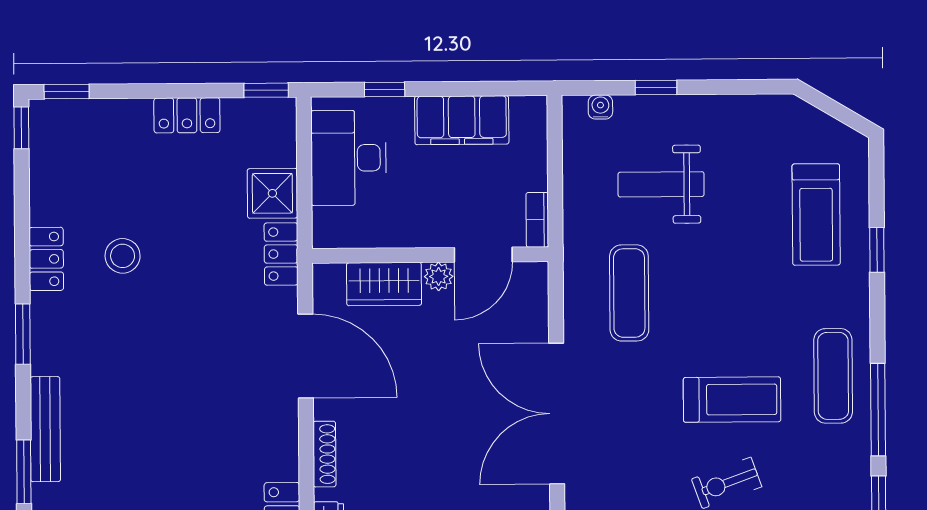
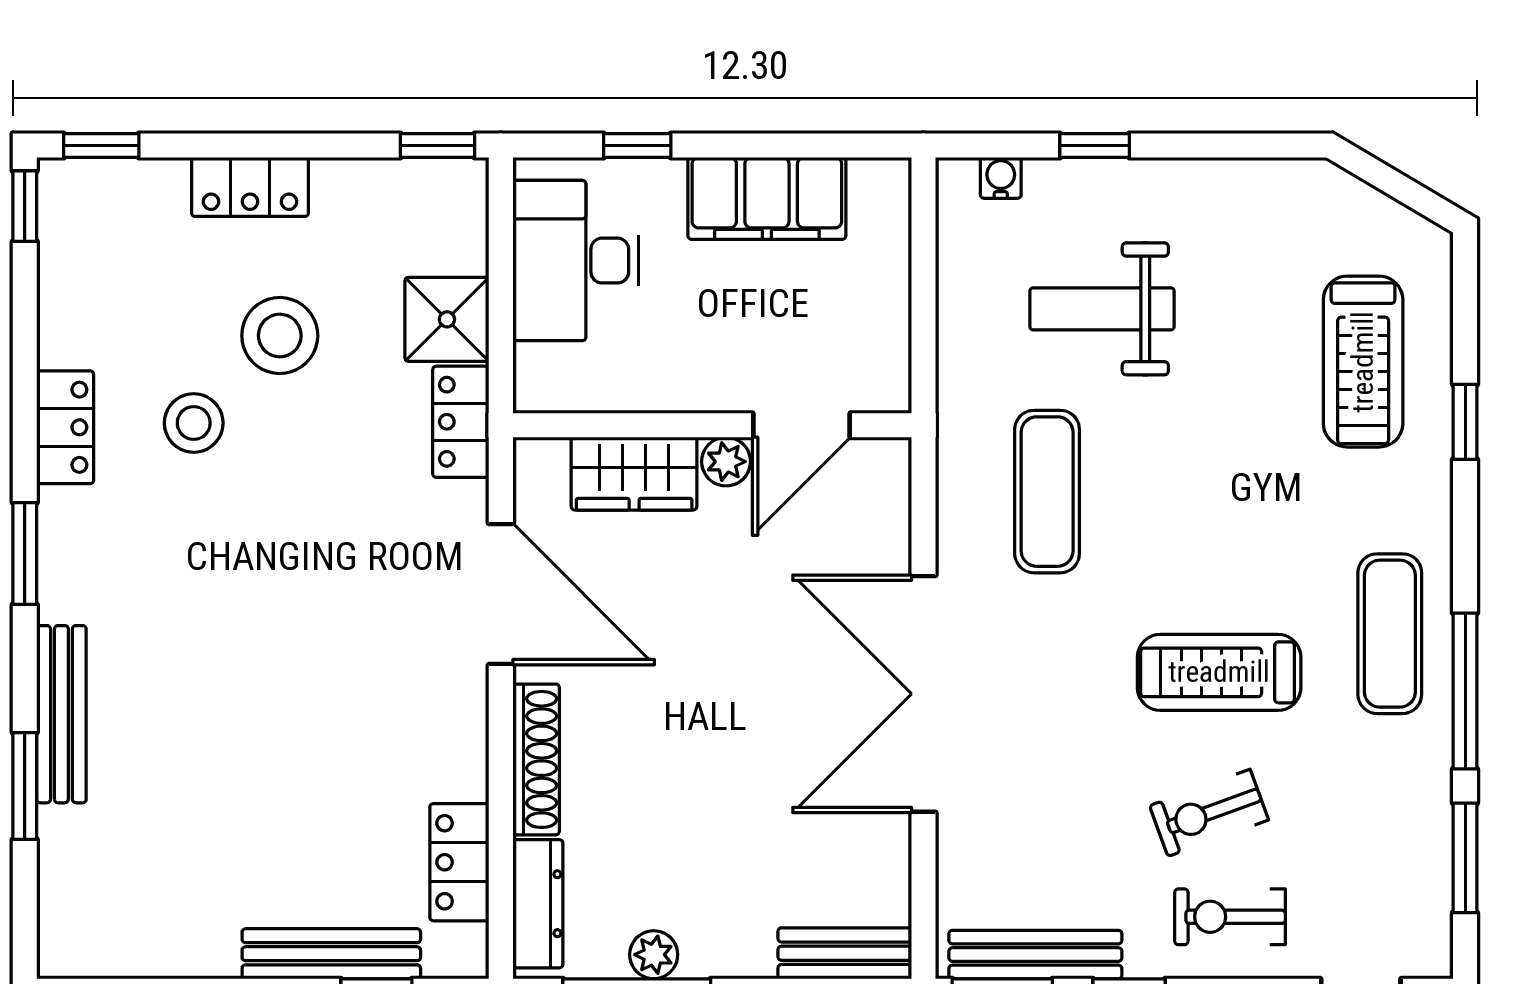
locker: (187, 115) -> (250, 187), moved
stool: (173, 204) -> (280, 335), added
bookcase: (537, 220) -> (893, 367), removed
treadmill: (732, 400) -> (1219, 672), turned 180
shoe rack: (324, 454) -> (536, 759), width x1.36, depth x1.24

